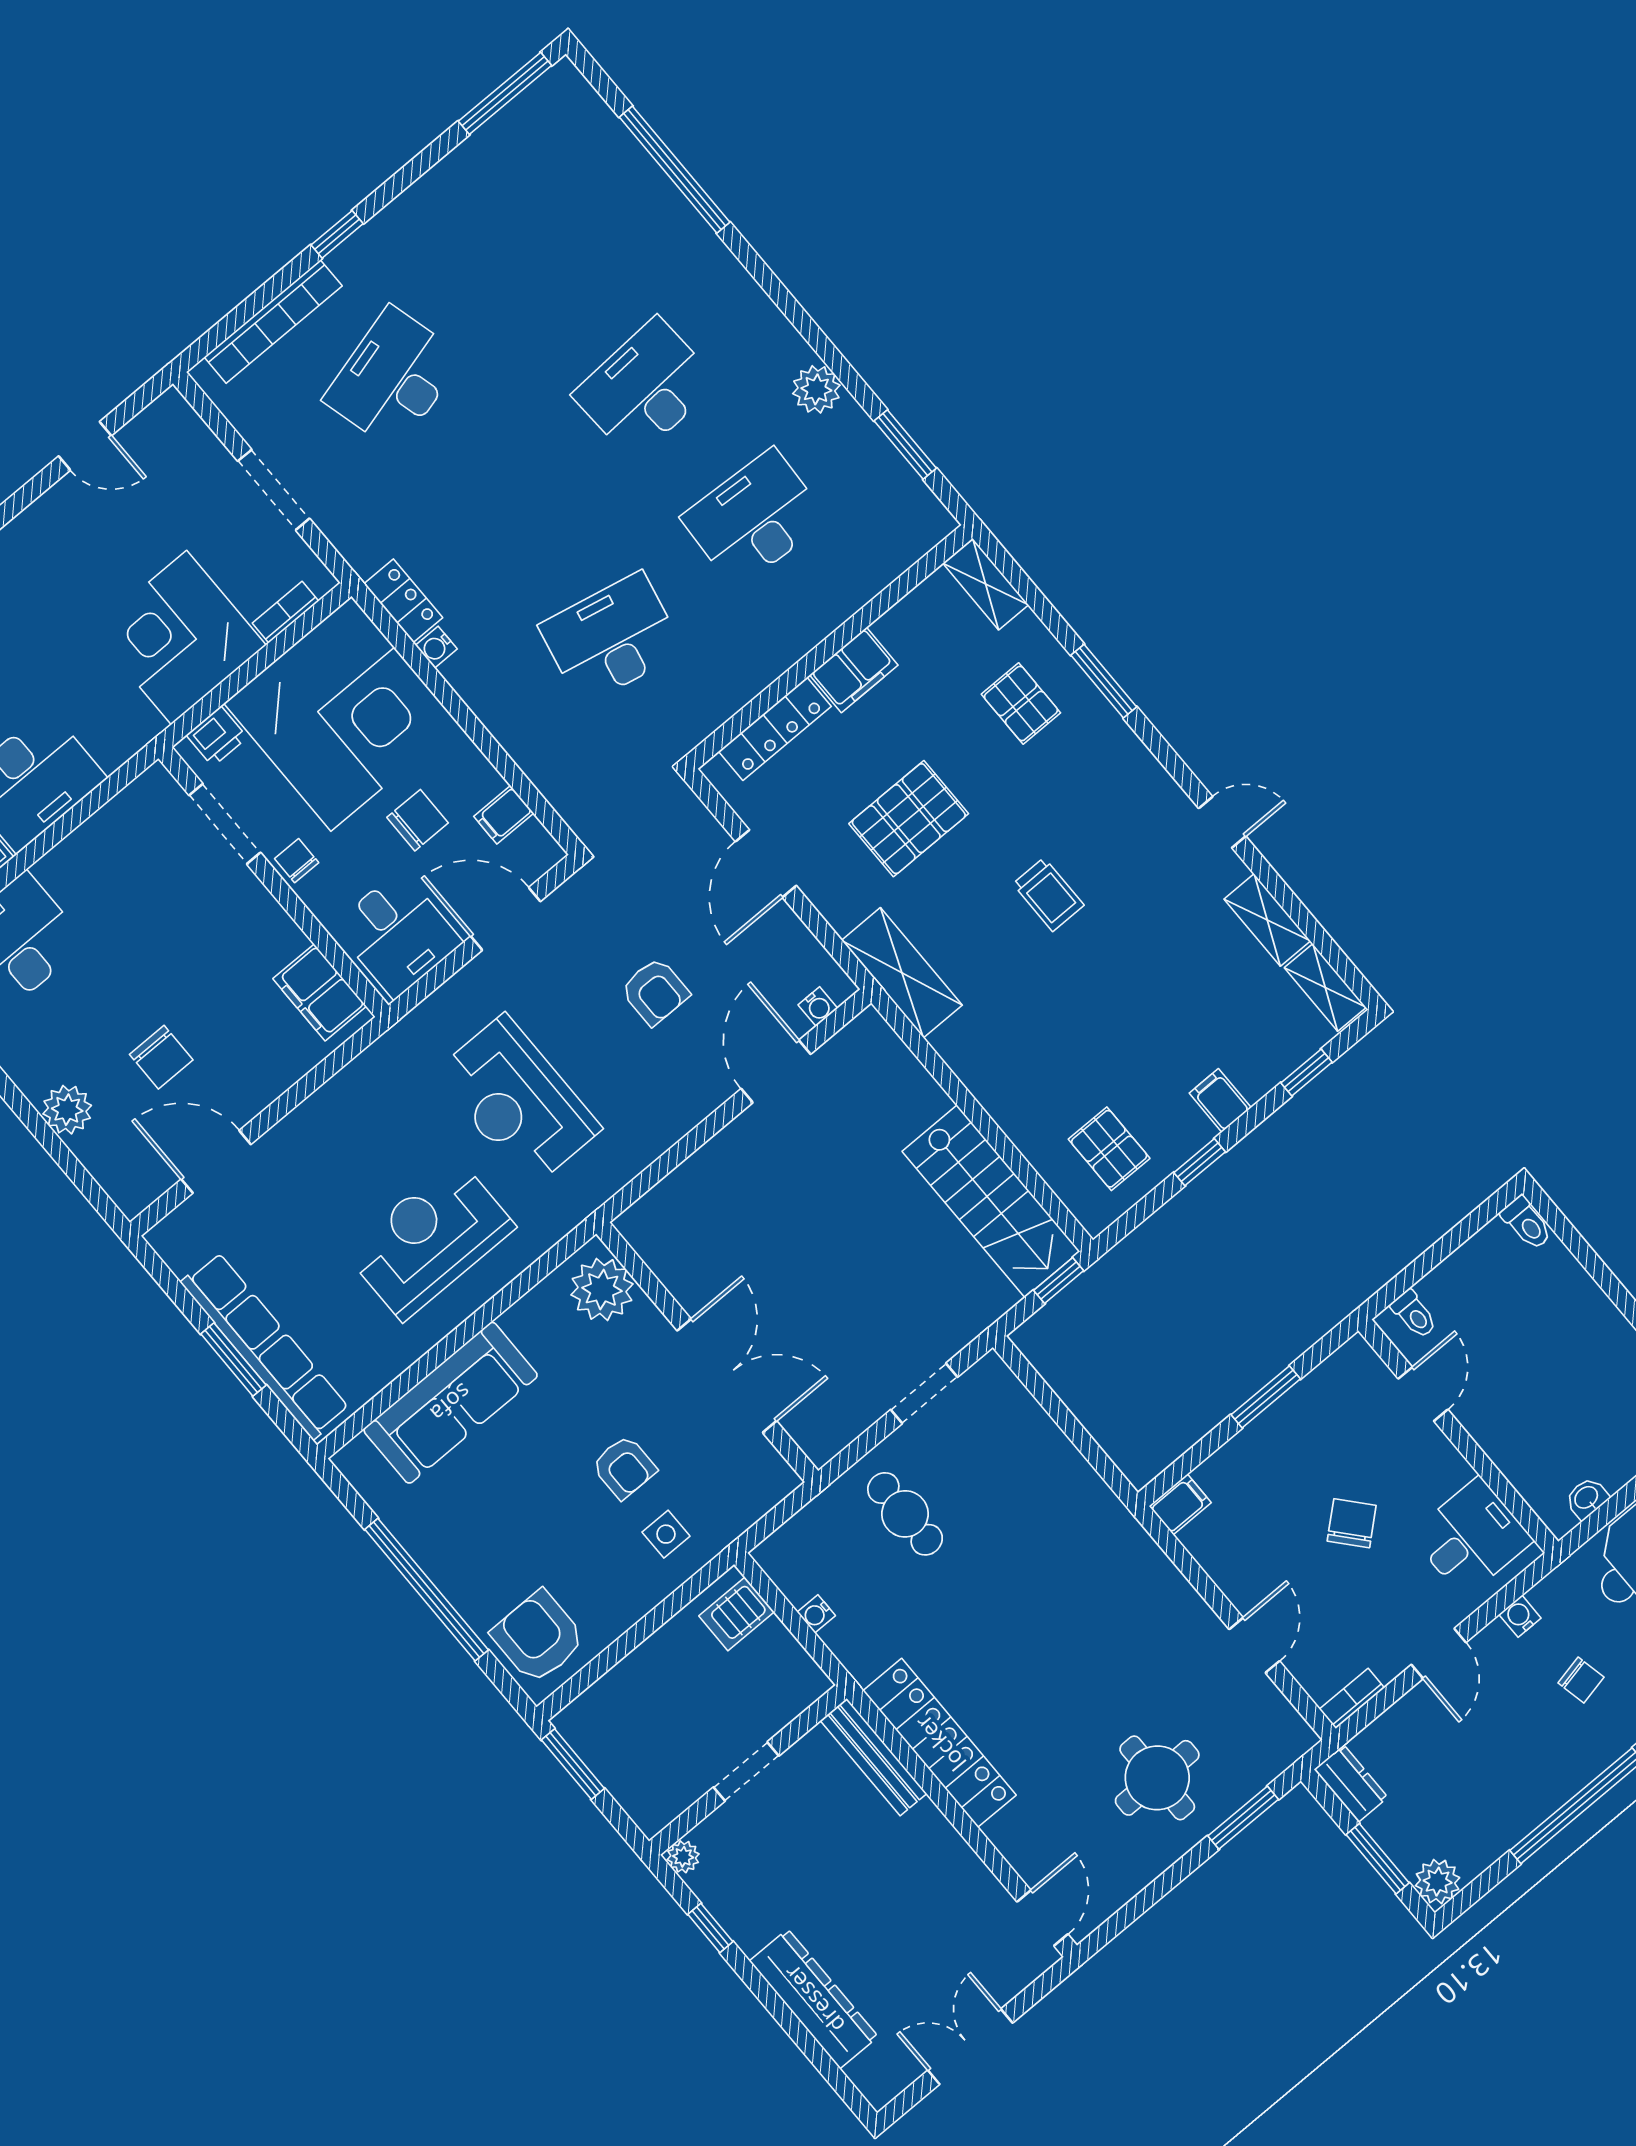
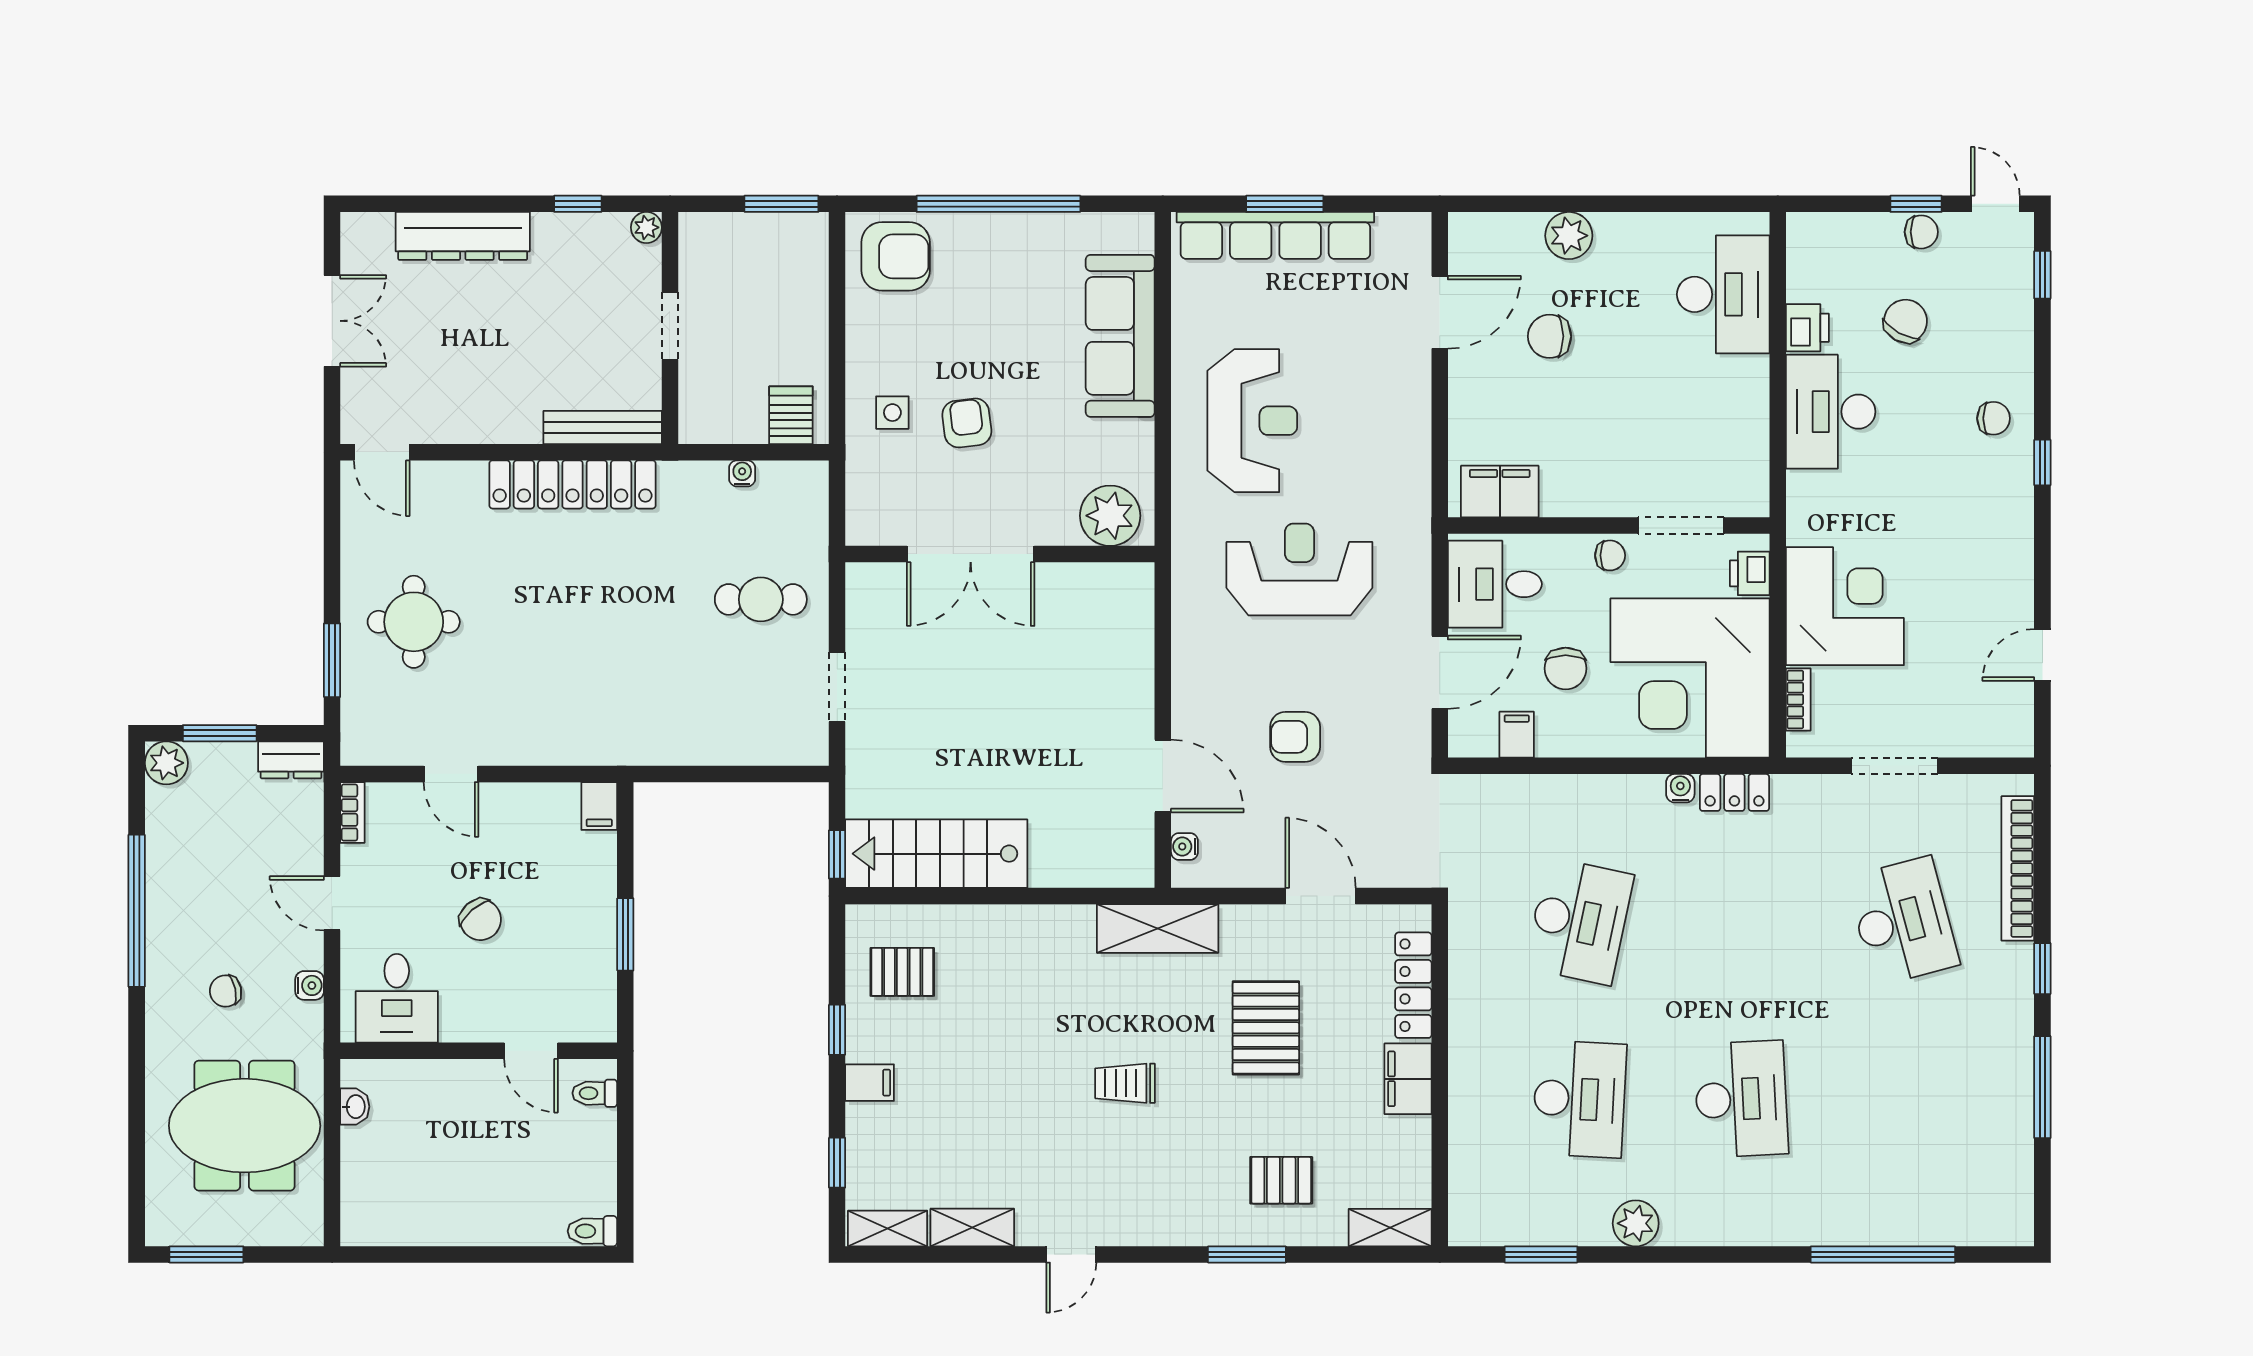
window: (505, 93) -> (2042, 1087), moved
armchair: (624, 1467) -> (967, 423), turned 83

